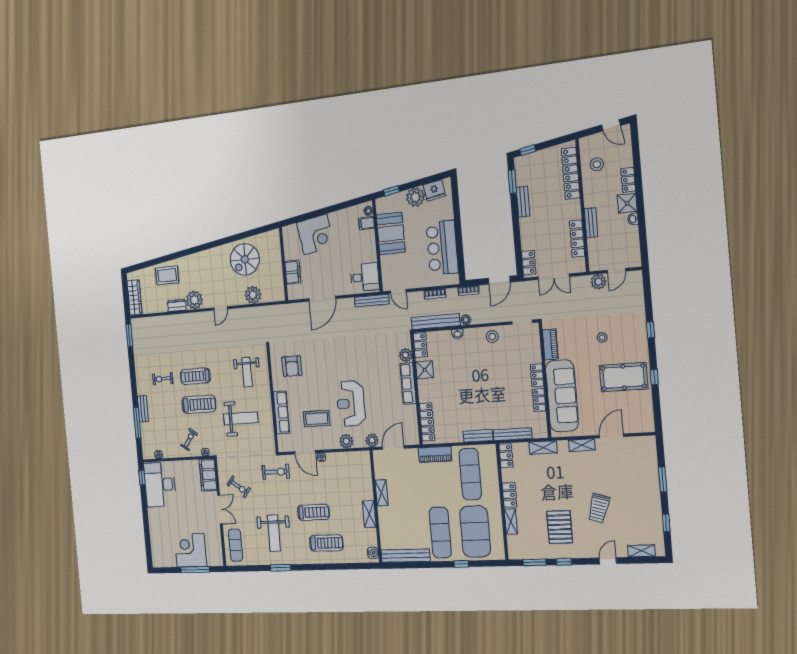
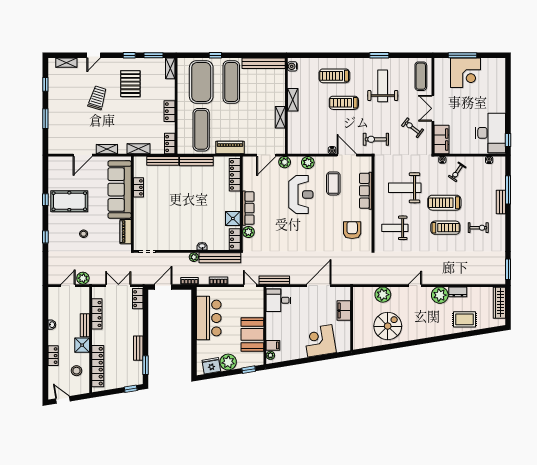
shower: (627, 203) -> (82, 345), moved
stool: (492, 336) -> (173, 242), removed
weight bench: (247, 372) -> (395, 228), turned -90
locker: (537, 375) -> (138, 207), removed
coffee table: (317, 419) -> (333, 183), turned 90
bench: (478, 436) -> (196, 161), width x1.36
shelving: (511, 522) -> (170, 68), moved

